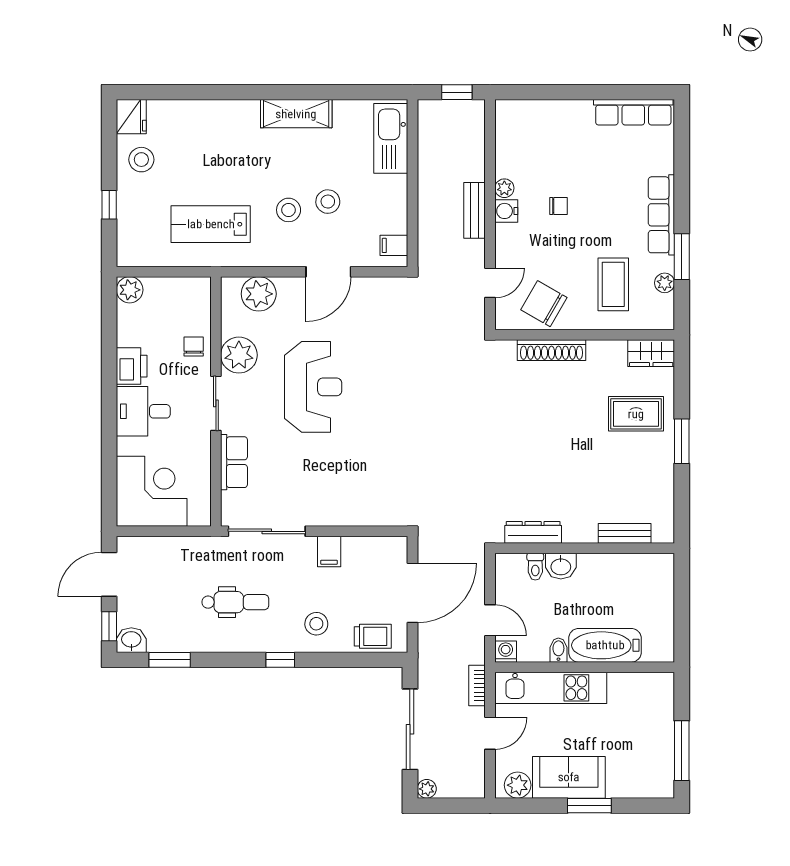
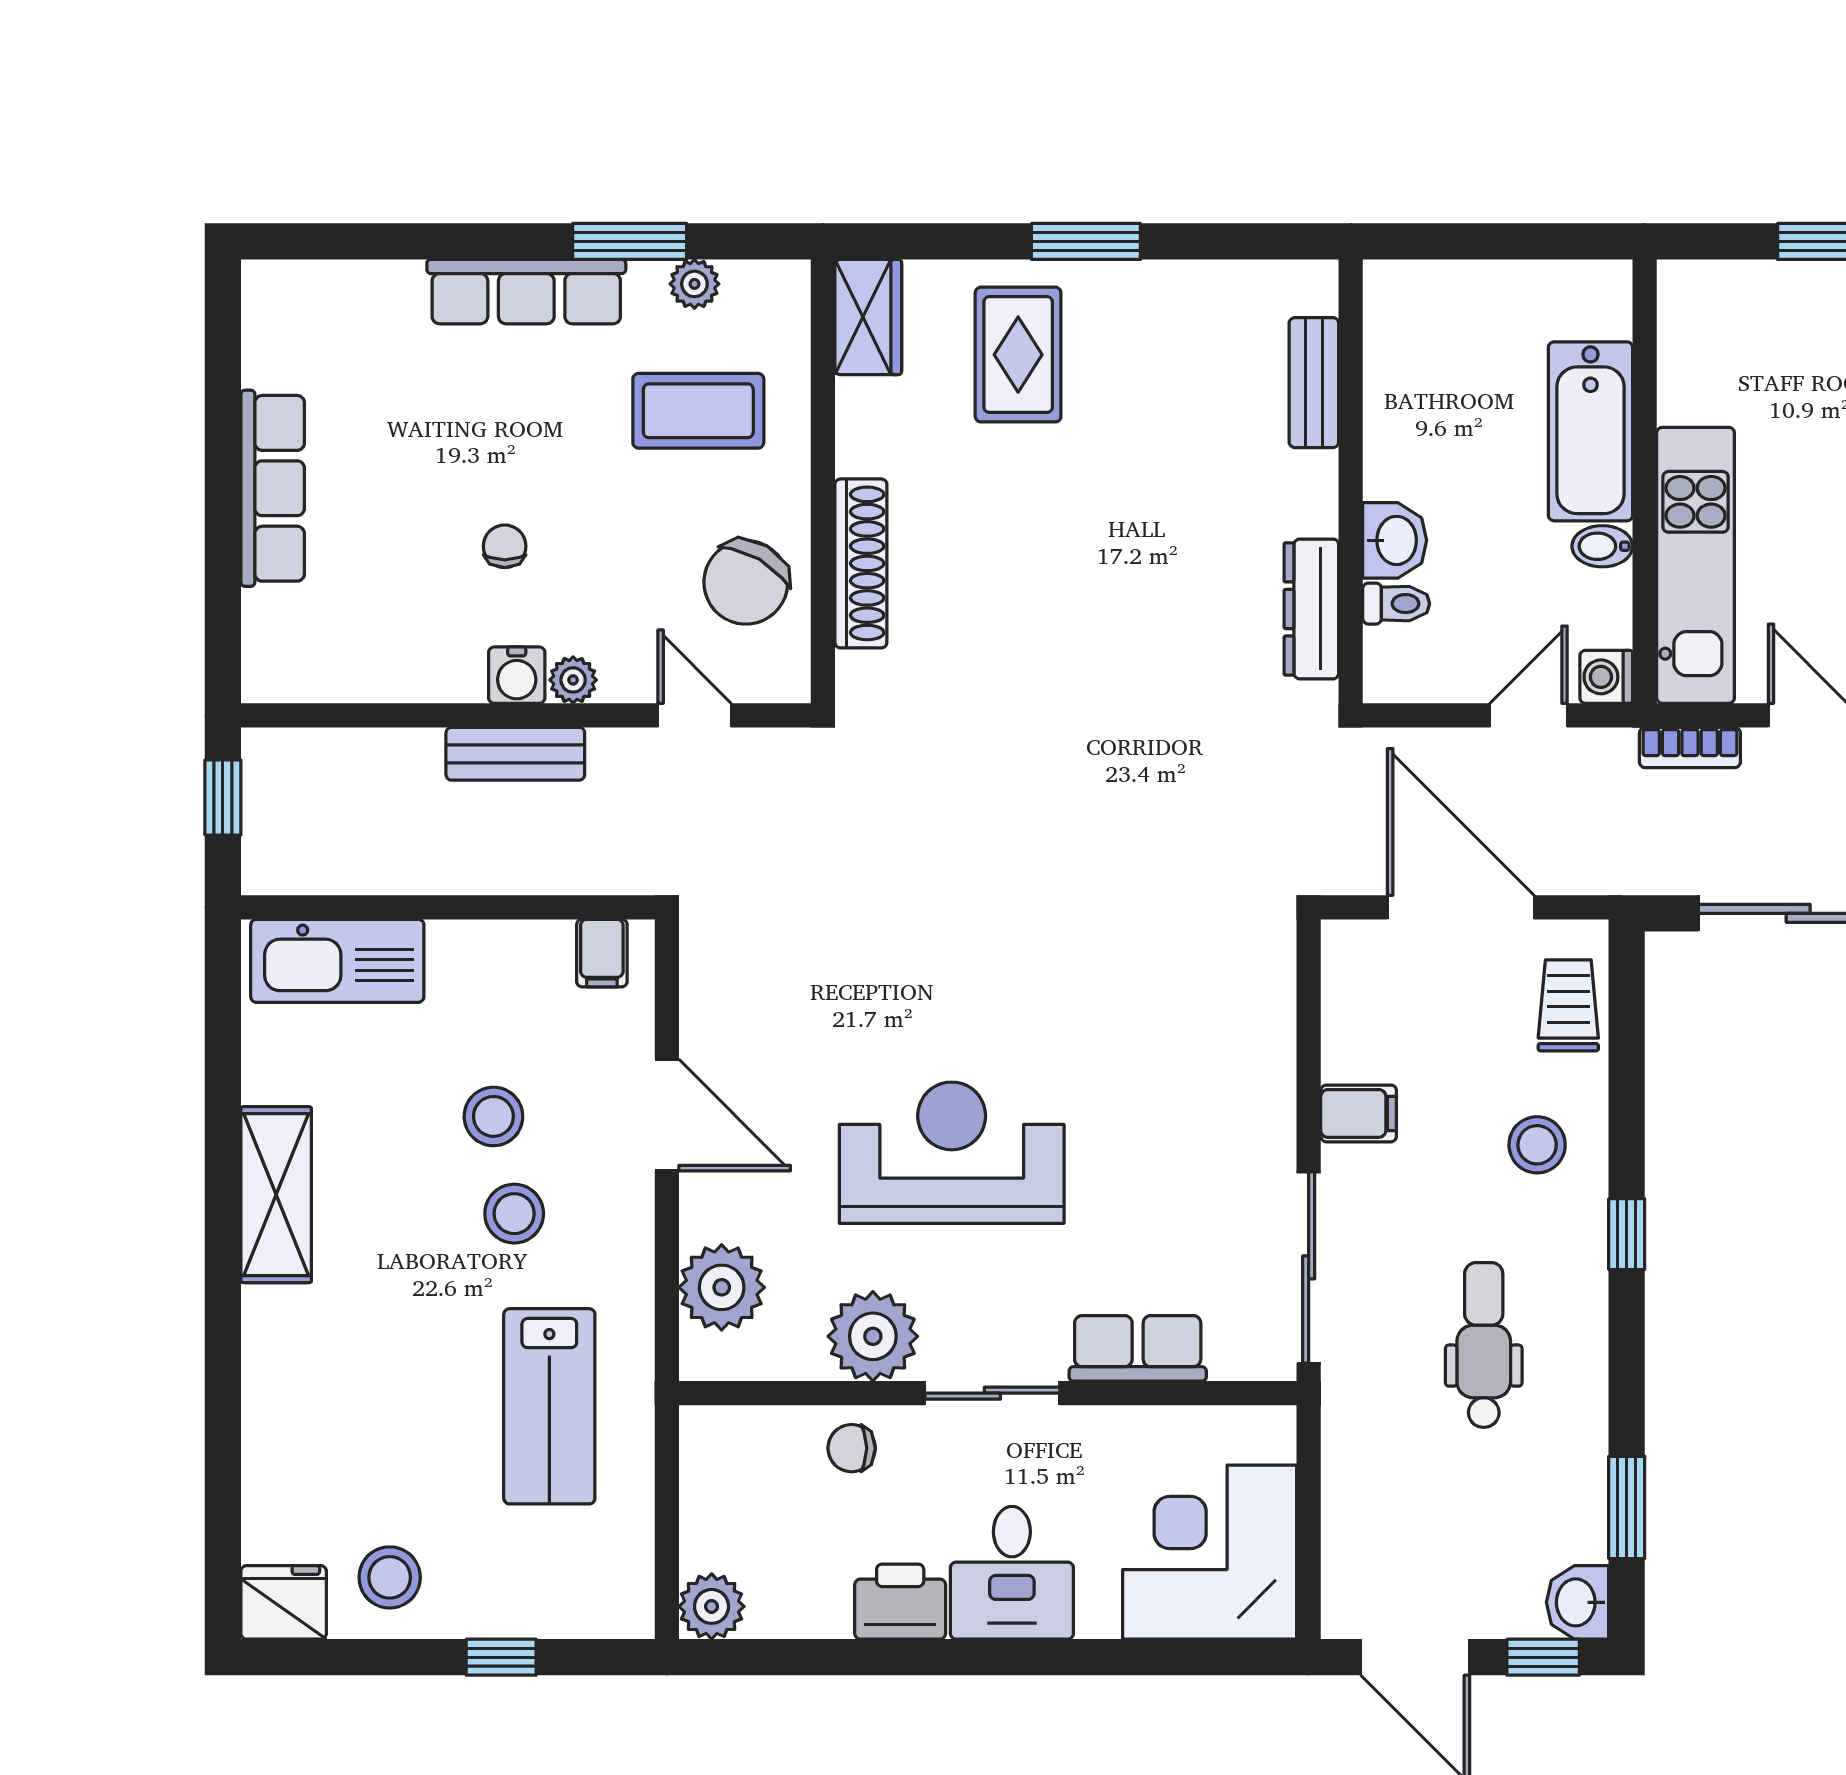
row of seats: (633, 112) -> (273, 488), moved
plant: (504, 188) -> (573, 680), moved

